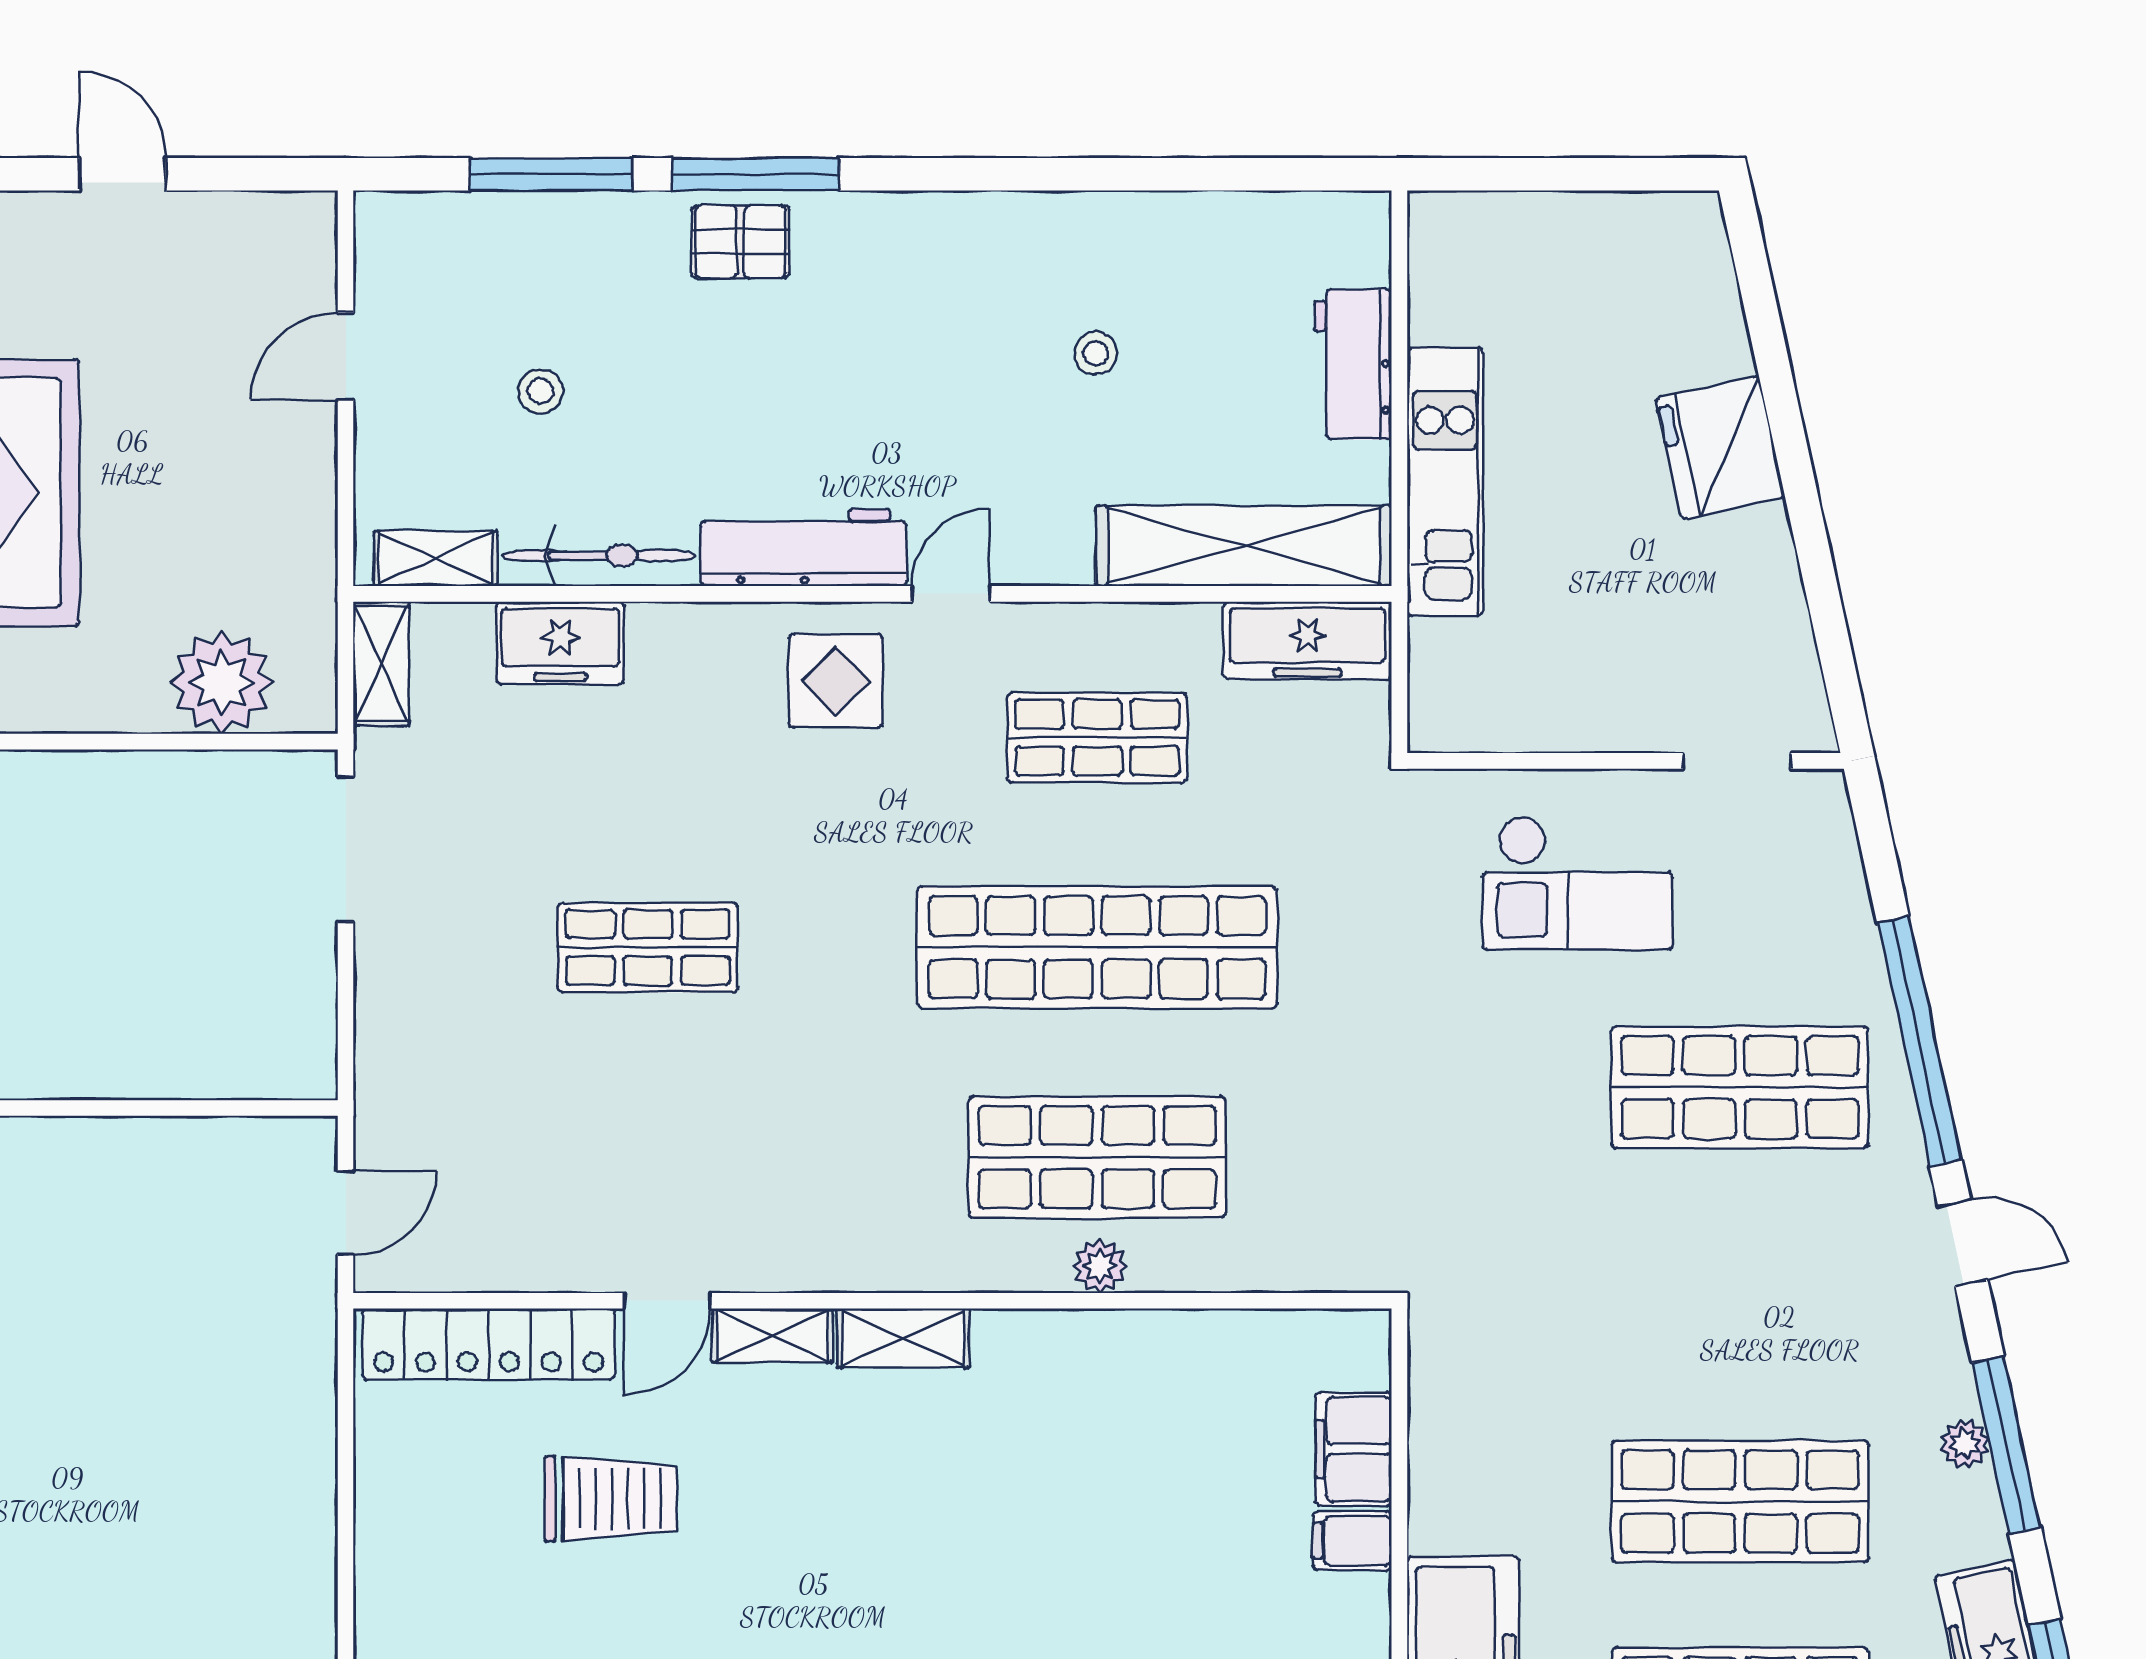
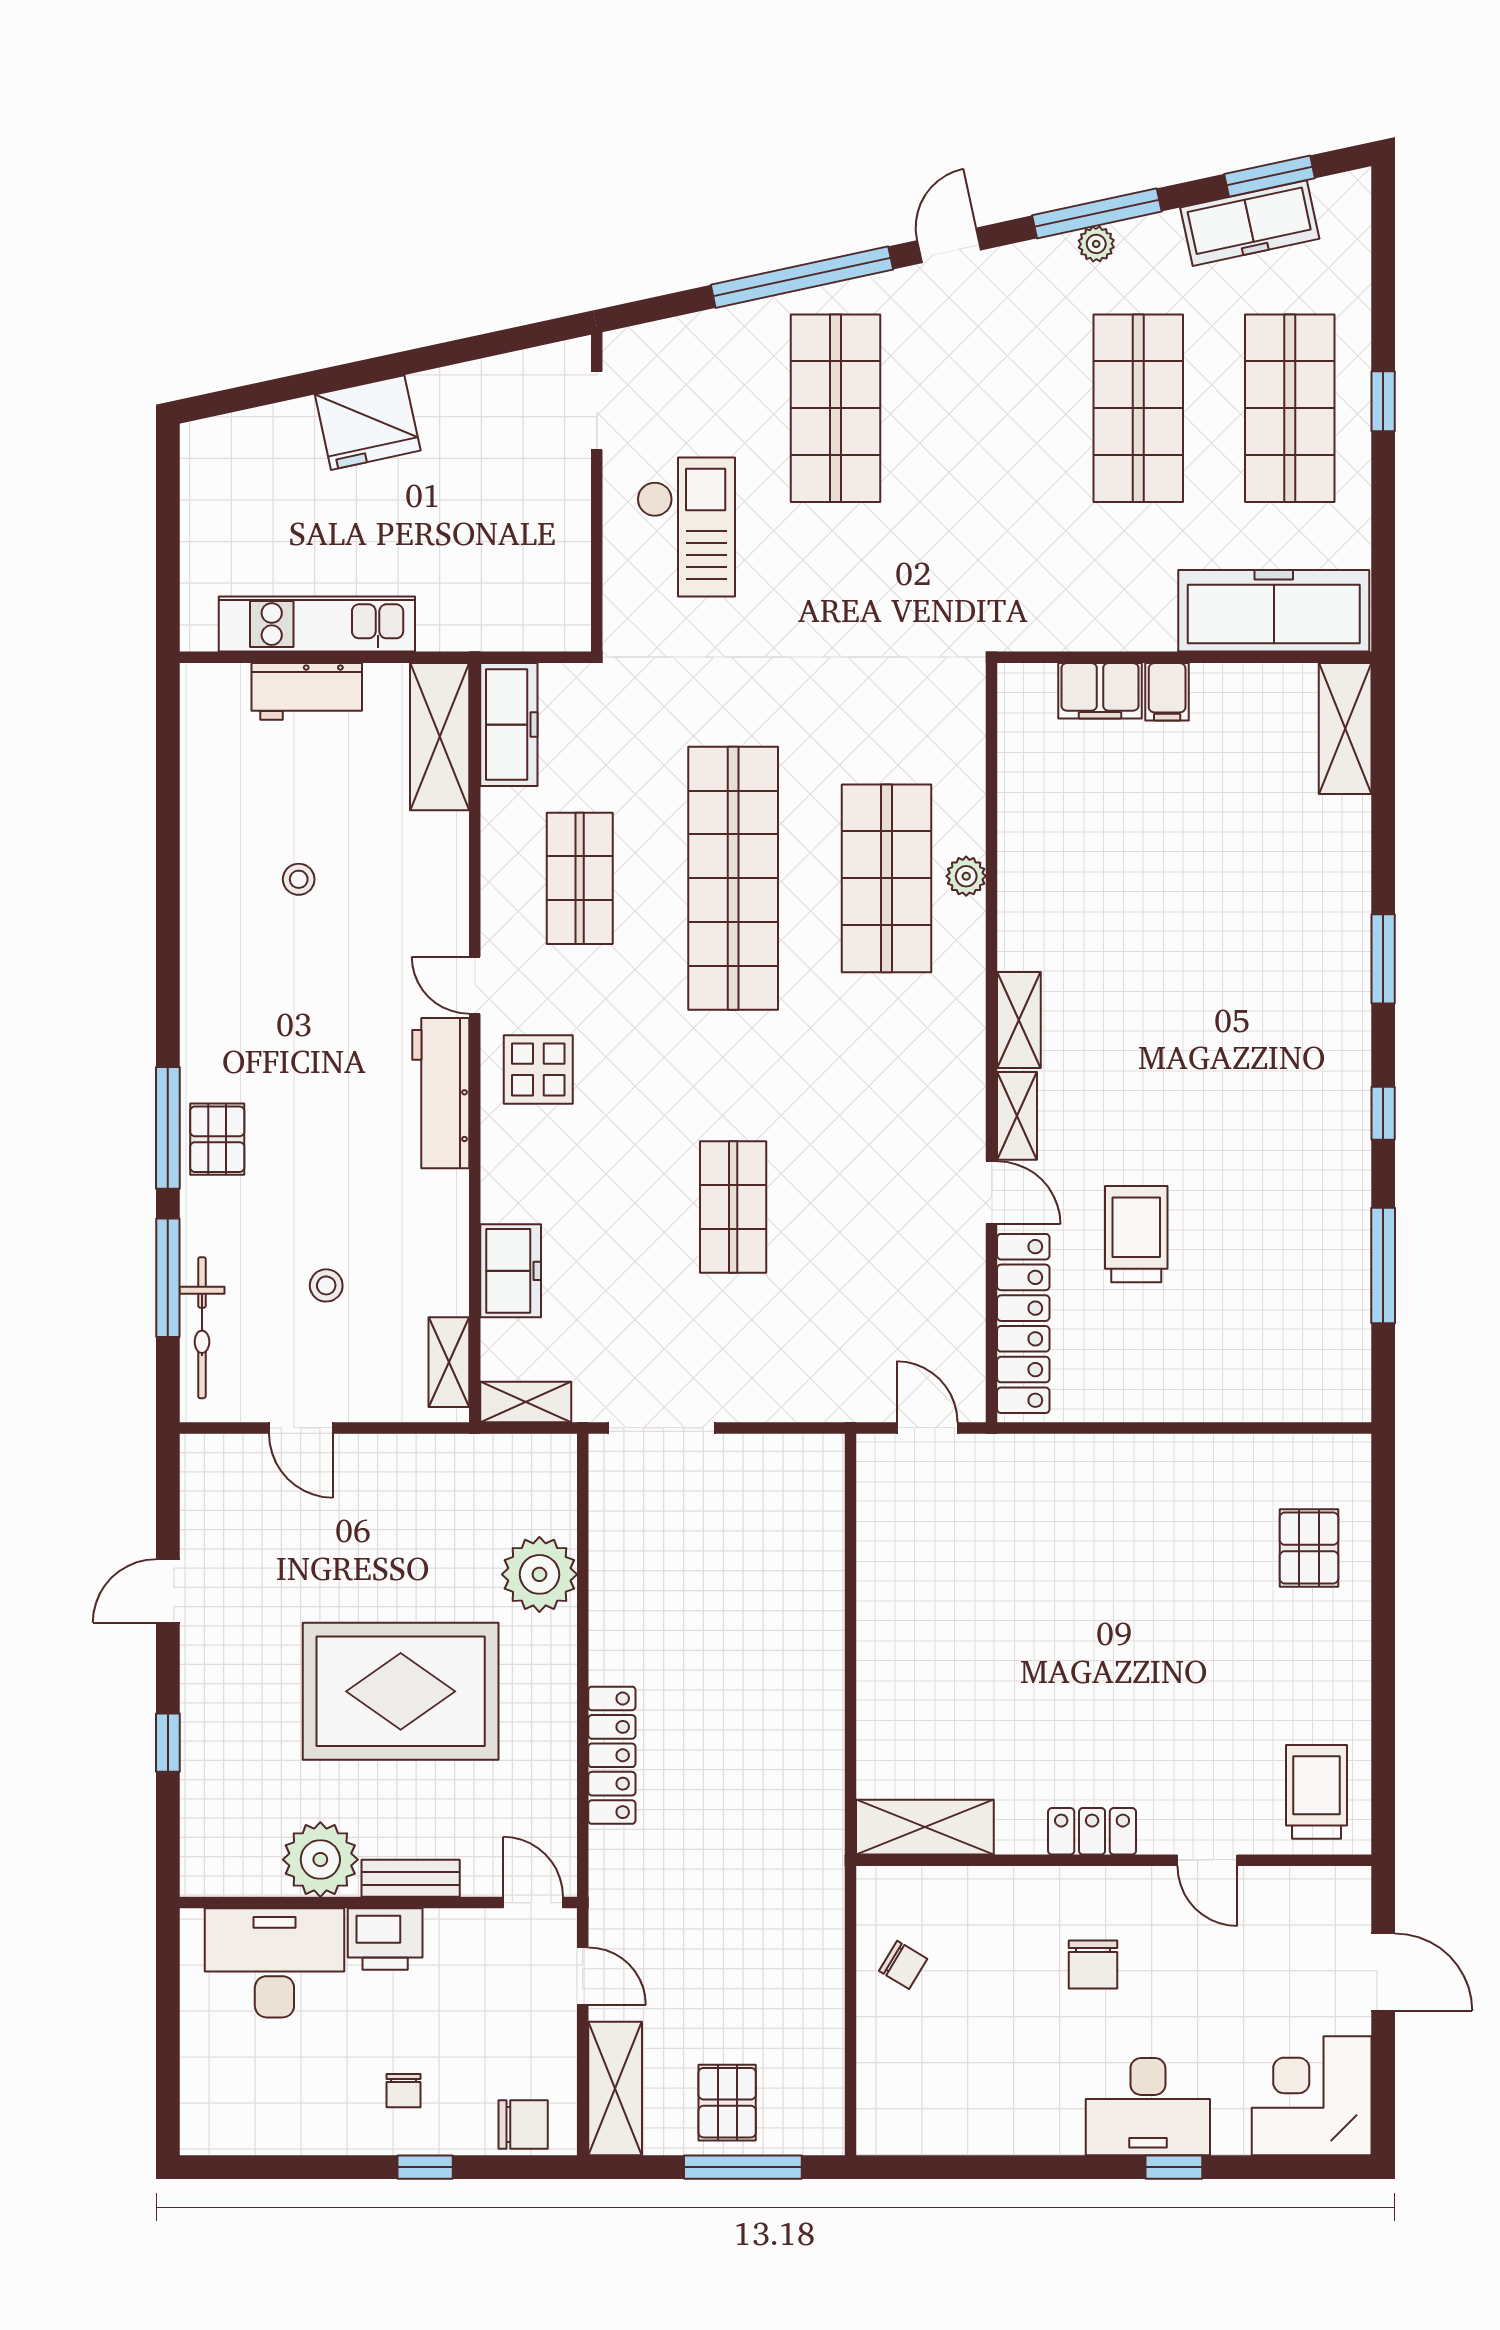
kitchen unit: (1445, 482) -> (317, 624), moved
shelving: (1244, 546) -> (440, 737), width x0.68
bicycle: (599, 556) -> (202, 1328), moved, turned 180
plant: (222, 682) -> (539, 1574), moved

